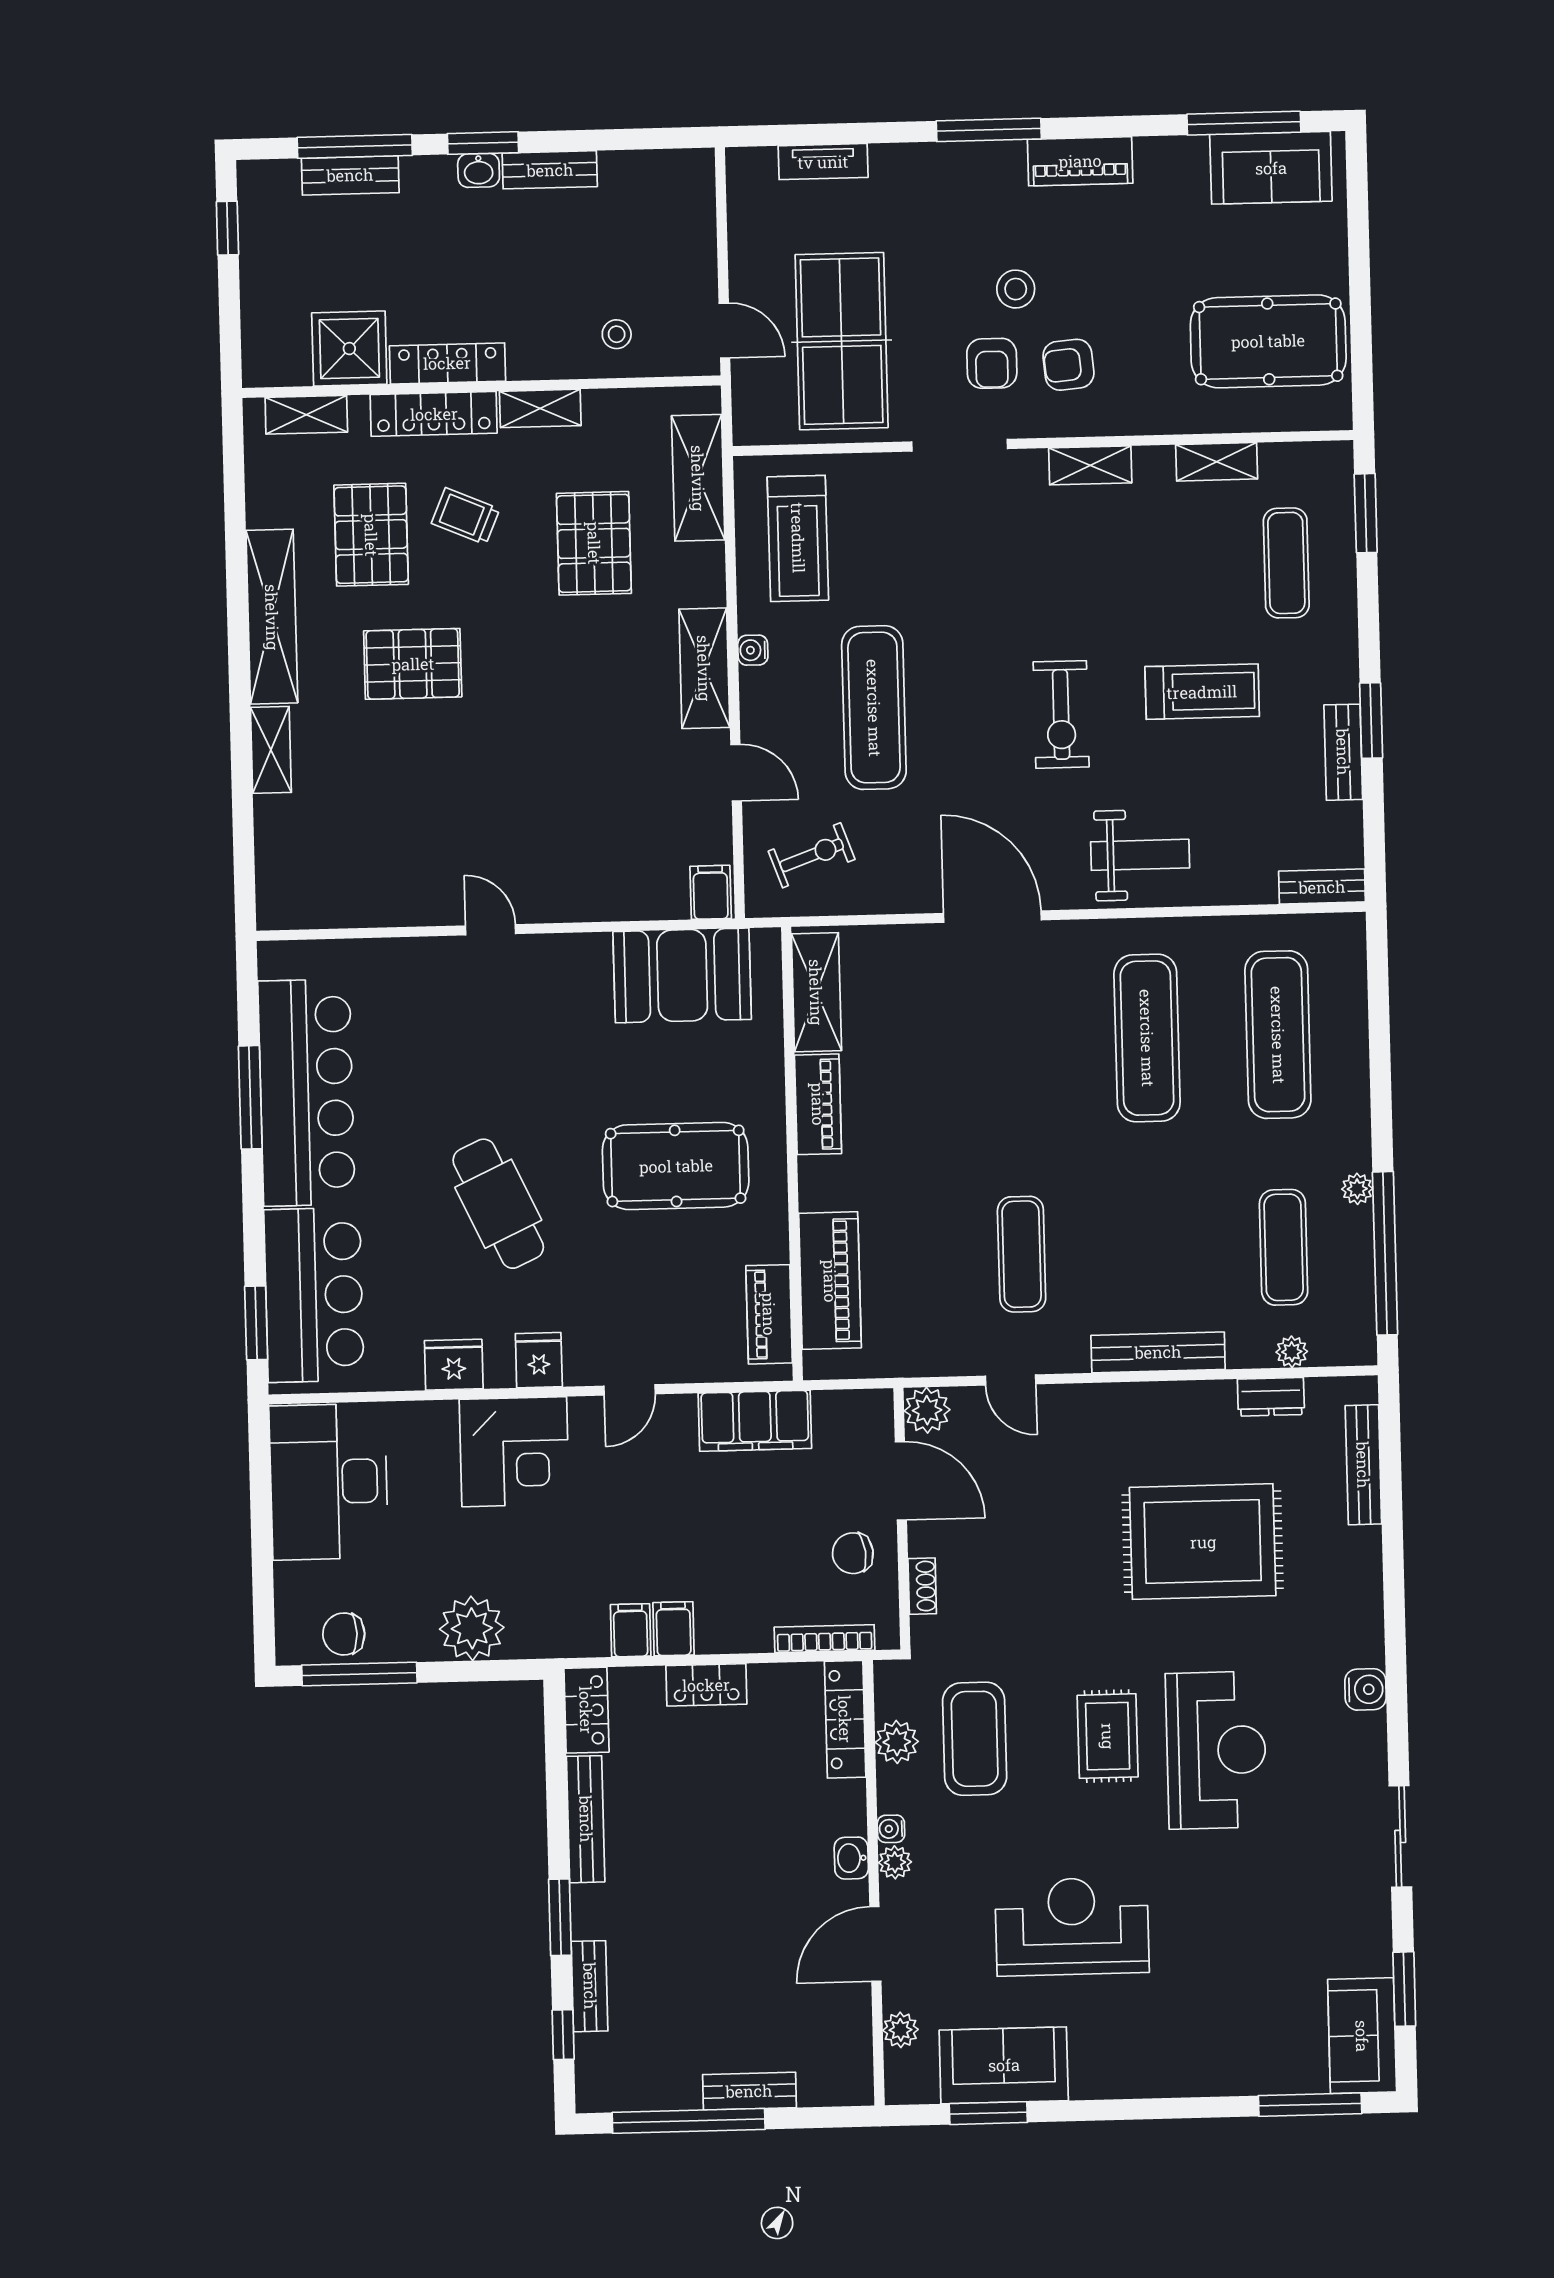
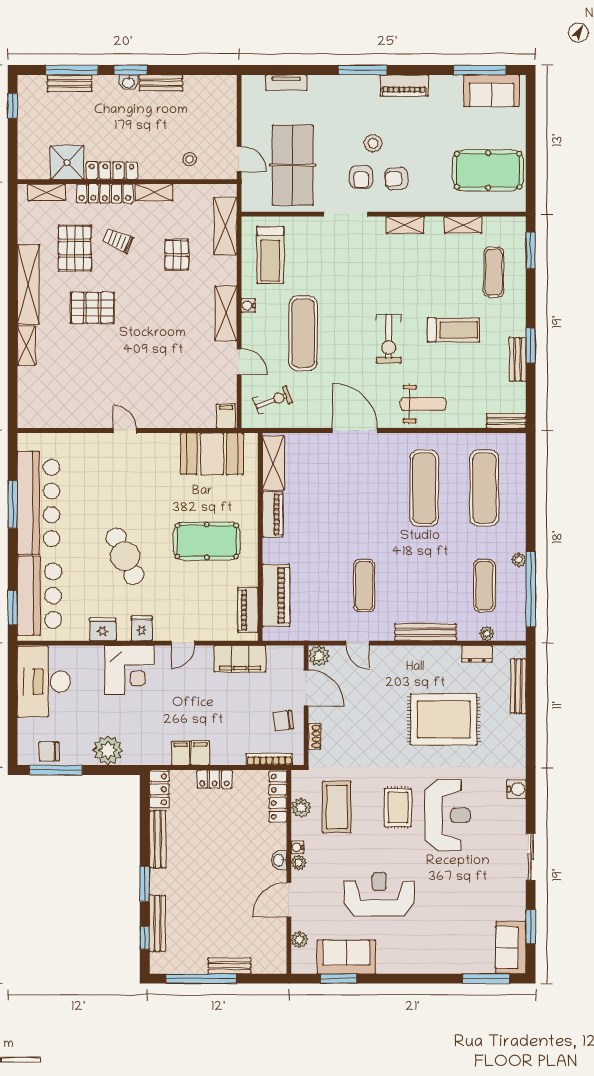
pallet: (594, 543) -> (177, 255), width x0.67, depth x0.71
bench: (590, 1986) -> (157, 923), width x1.36

